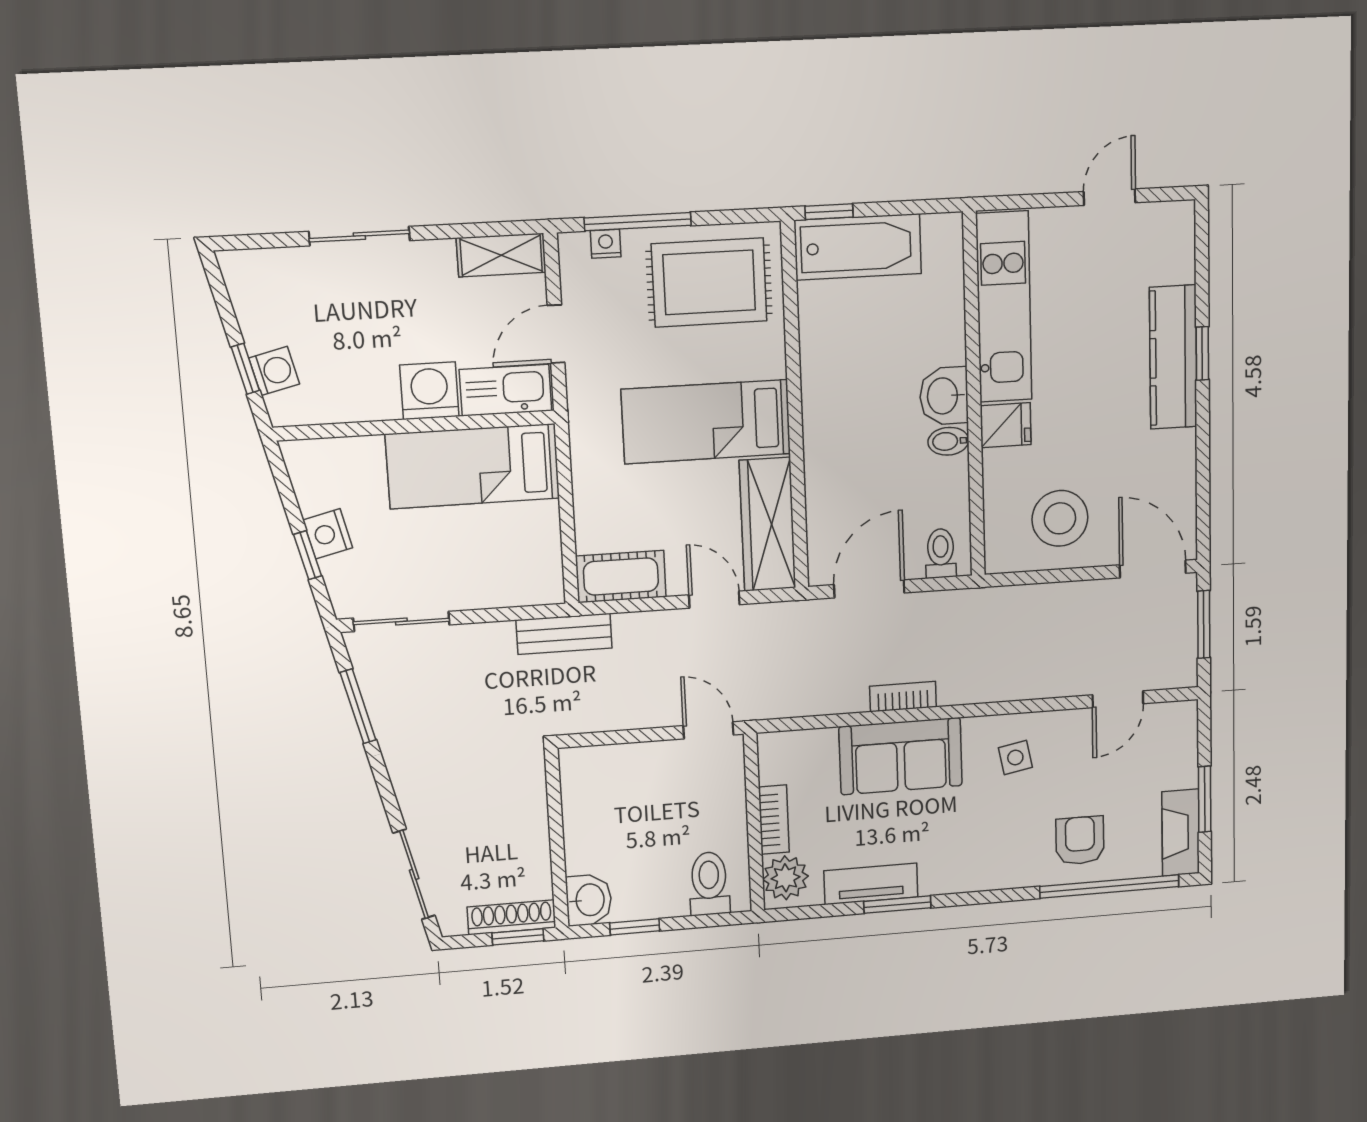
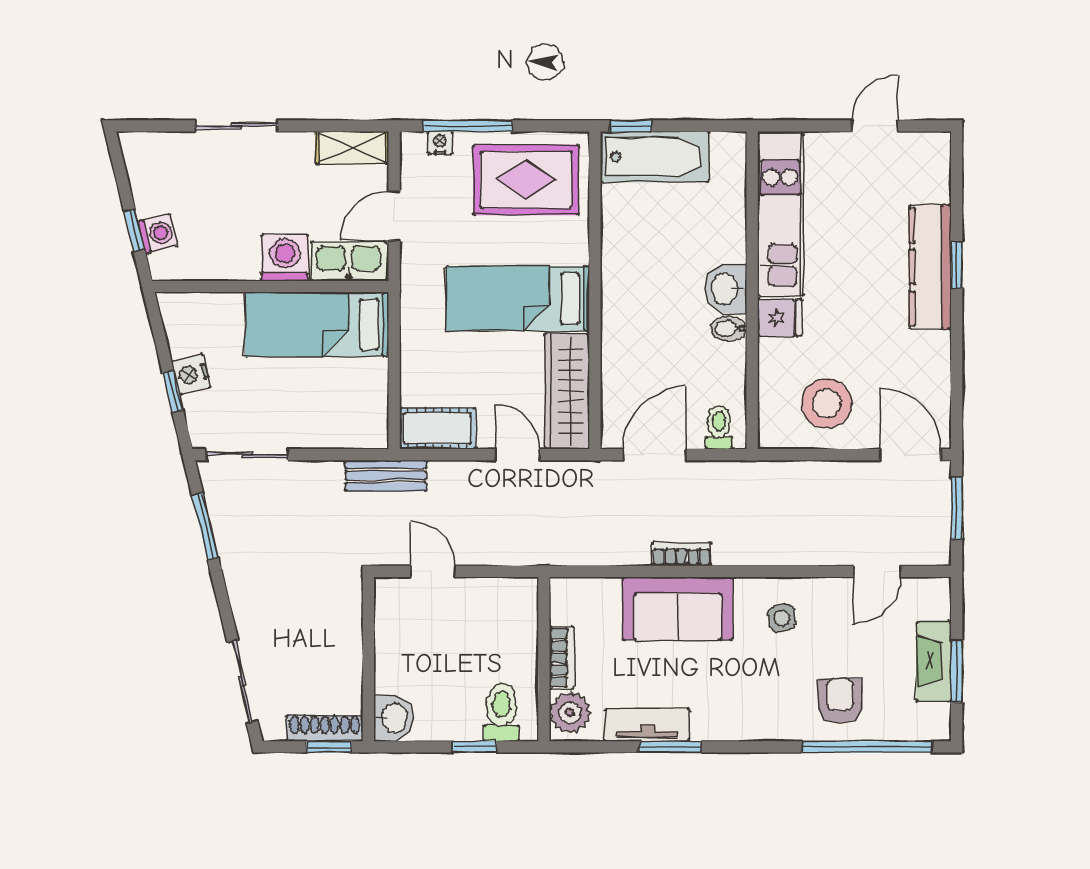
door: (708, 730) -> (433, 571), moved
fireplace: (1181, 833) -> (934, 661), moved
window: (635, 927) -> (474, 747), moved

